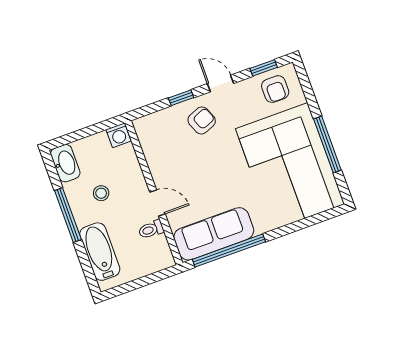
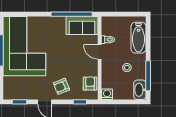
armchair: (275, 89) -> (90, 84), moved
window: (181, 98) -> (80, 102), moved
window: (68, 215) -> (148, 76), moved
sofa: (214, 234) -> (82, 26), width x0.73

